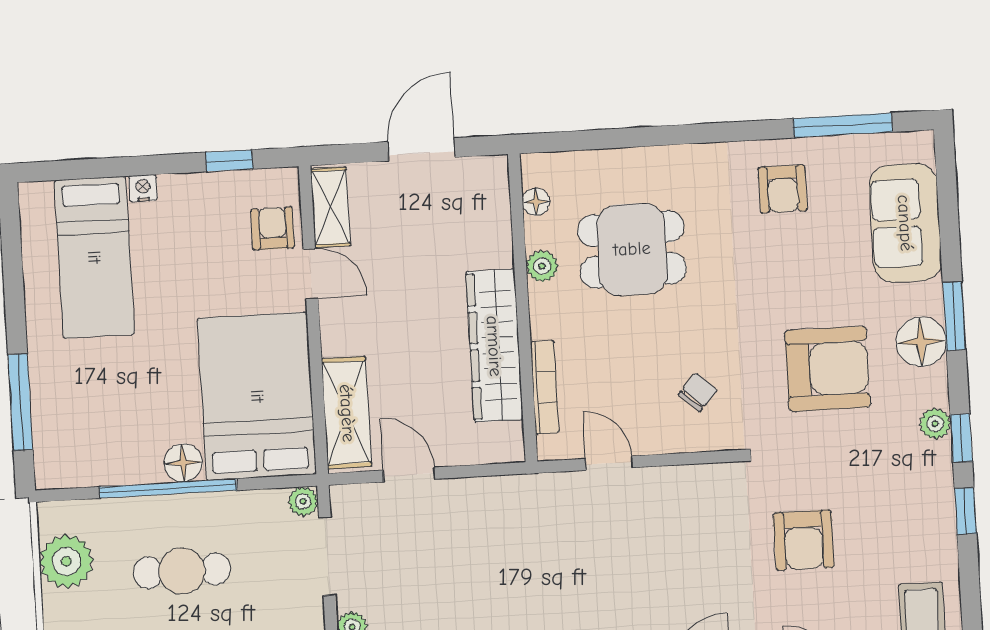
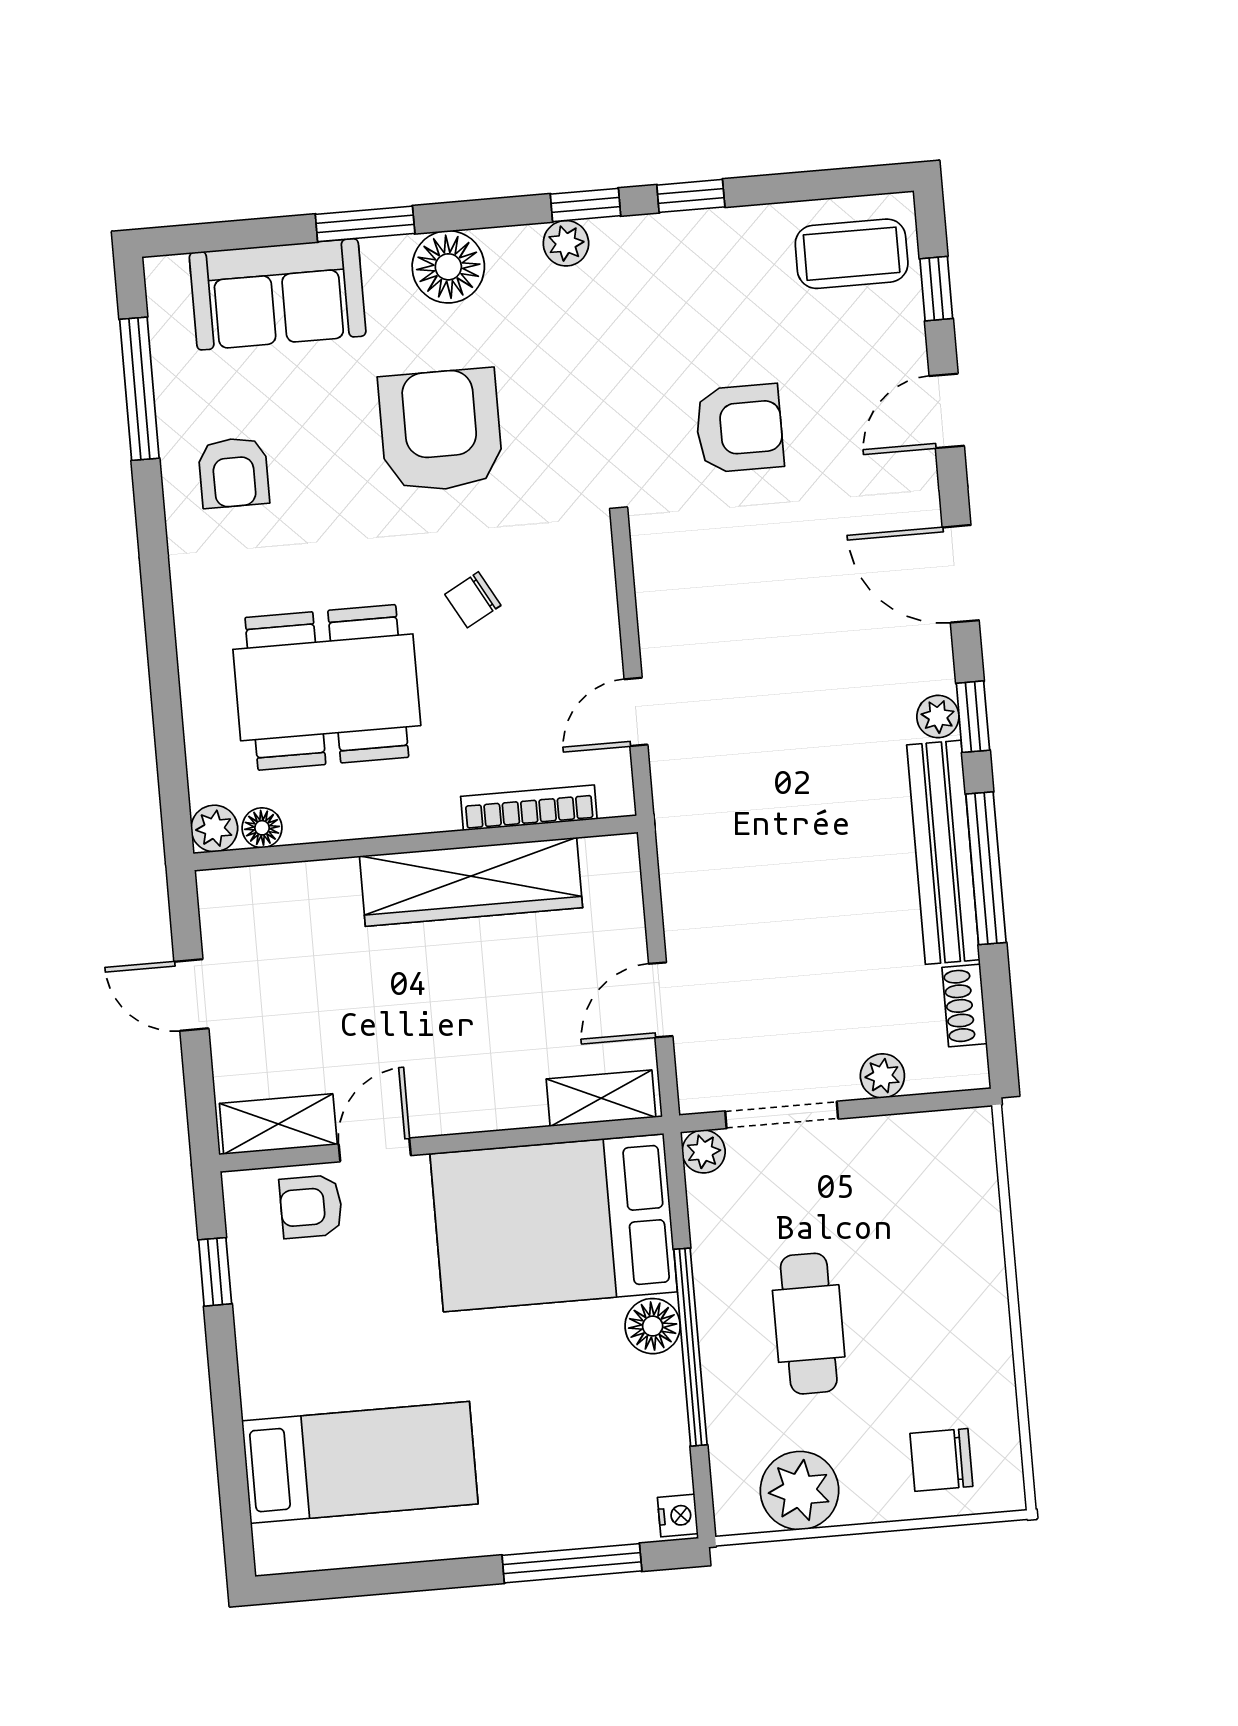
door: (422, 150) -> (191, 995), width x0.73
nightstand: (143, 188) -> (678, 1516), moved, turned 180
armchair: (783, 189) -> (234, 473), turned 90
dining table: (632, 249) -> (327, 687), width x1.38
plant: (542, 266) -> (214, 828), moved
window: (954, 316) -> (365, 224), moved
armchair: (828, 369) -> (441, 430), moved
chair: (698, 392) -> (473, 600), moved, turned -71
shelving: (347, 413) -> (601, 1098), width x0.67, depth x0.75

